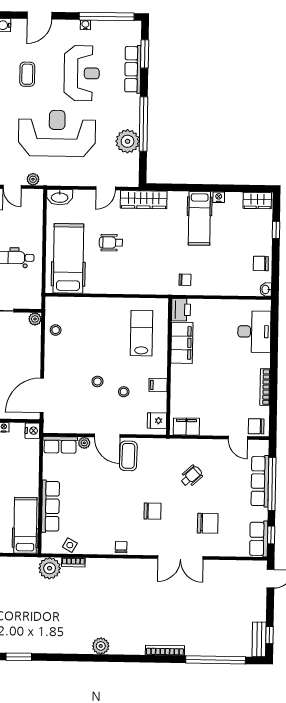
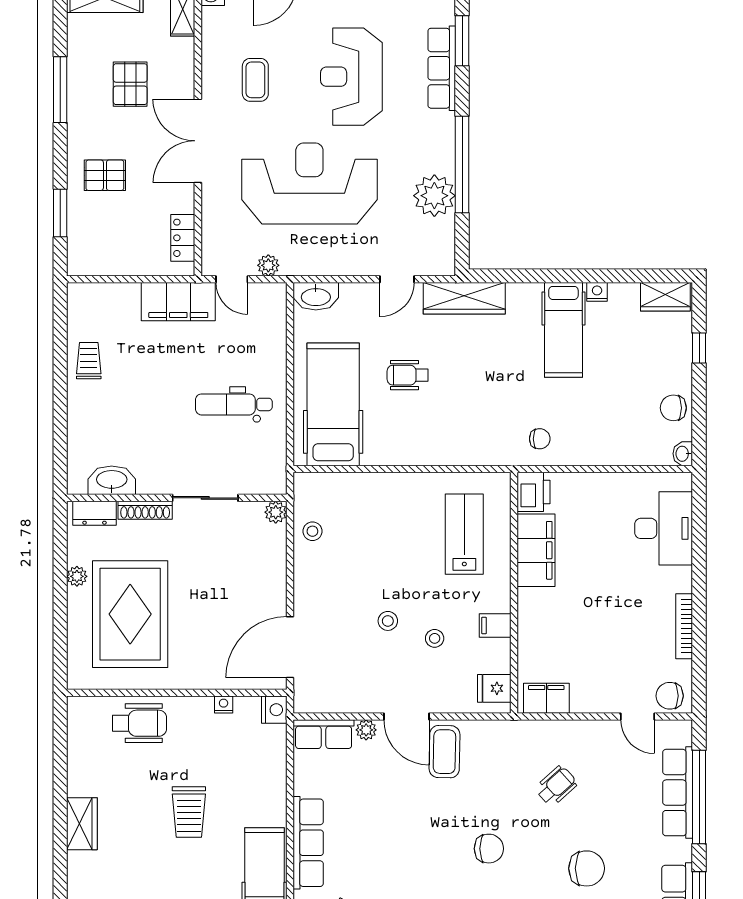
reception desk: (82, 73) -> (351, 77), turned 180

